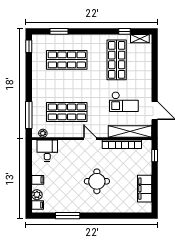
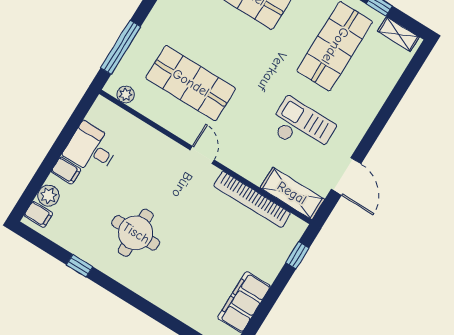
checkout: (124, 102) -> (302, 127), turned 180
shelving: (130, 131) -> (292, 193), width x0.68
desk: (47, 151) -> (91, 149), moved, turned -90
round table: (97, 181) -> (136, 233), moved
window: (68, 216) -> (80, 266), width x0.46

